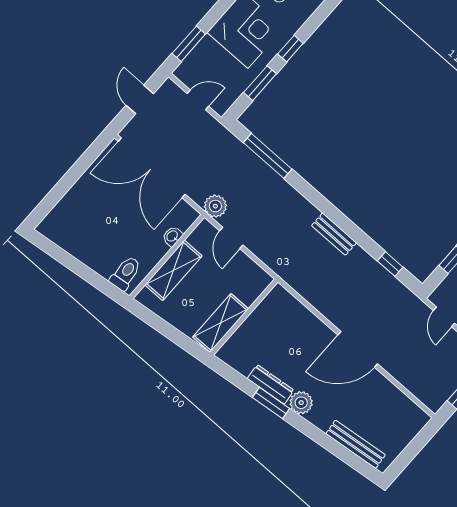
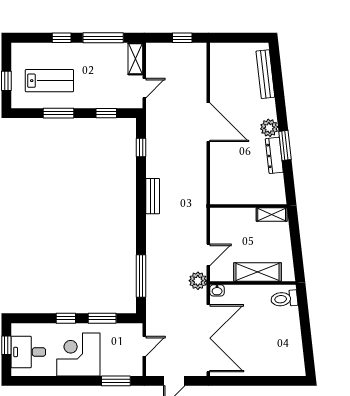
door: (198, 100) -> (144, 346), swing flipped
washbasin: (172, 236) -> (217, 290), moved
shelving: (221, 323) -> (272, 215), width x0.67, depth x0.75

